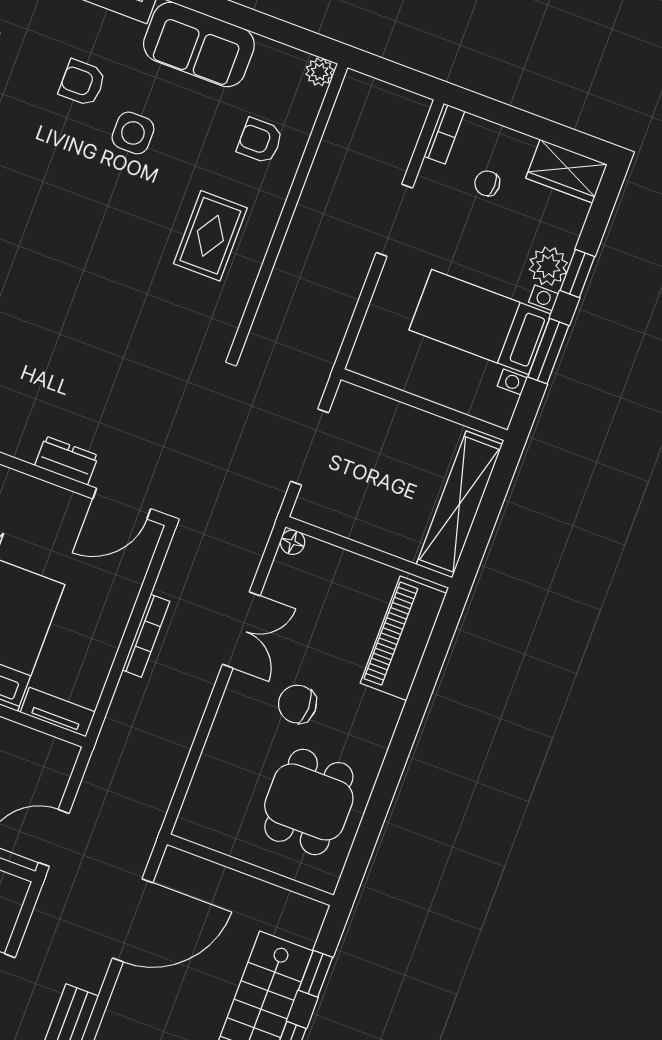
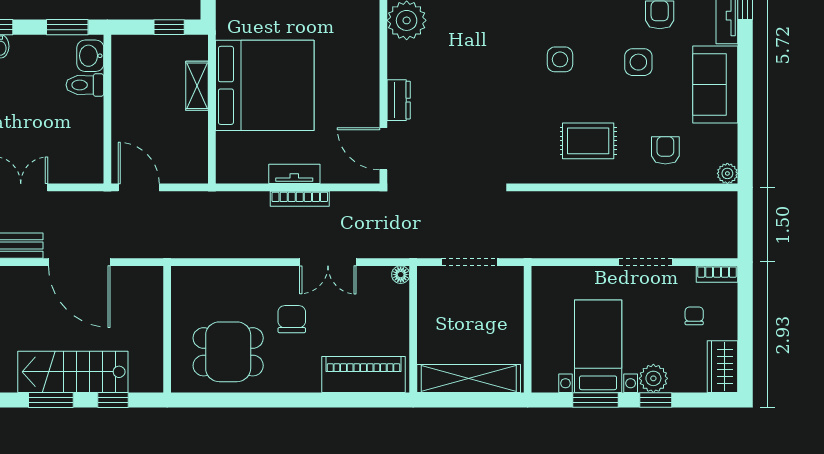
side table: (92, 233) -> (560, 59), added
tv unit: (58, 712) -> (294, 174), moved, turned -90
door: (133, 920) -> (79, 262), moved

